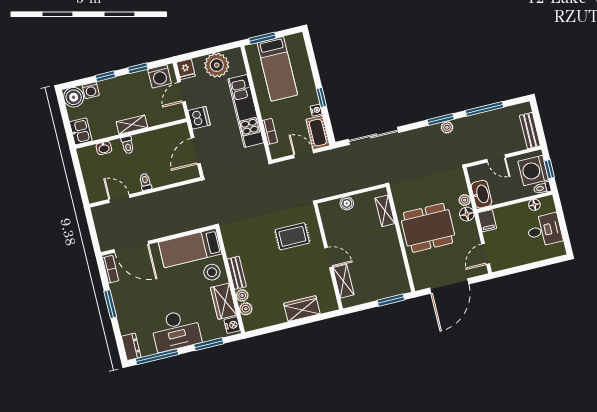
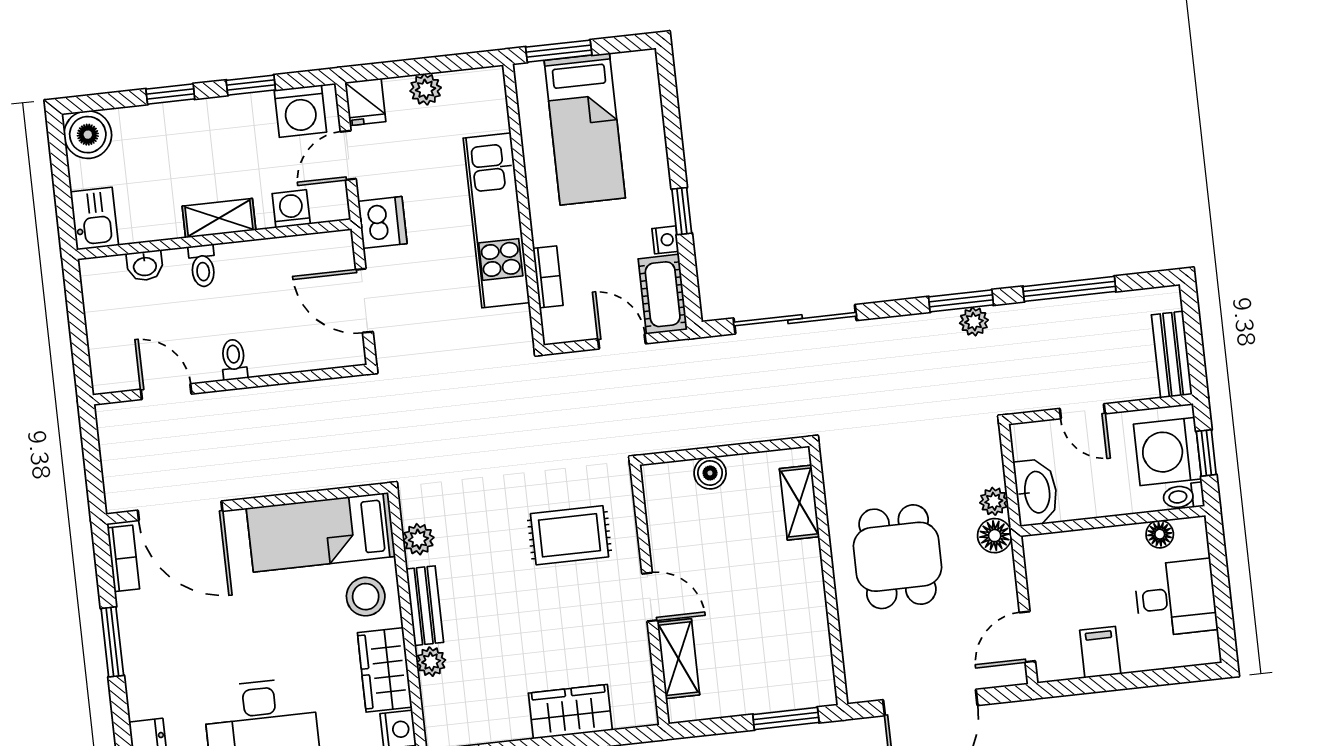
plant: (217, 65) -> (426, 89), width x0.53, depth x0.53
washing machine: (91, 90) -> (291, 209), moved, turned 180
door: (196, 151) -> (364, 301), hinge flipped
filing cabinet: (487, 221) -> (1100, 652), moved, turned 180
dining table: (428, 228) -> (897, 557), width x0.73
plant: (246, 309) -> (418, 539), moved

